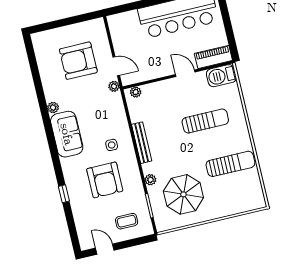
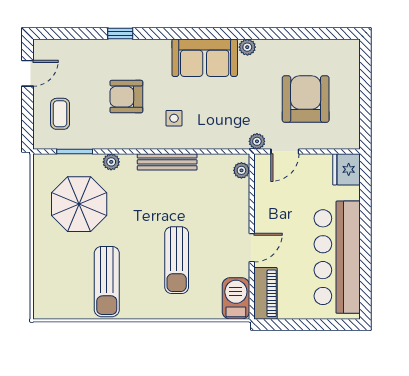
fridge: (119, 23) -> (346, 169), added
armchair: (105, 180) -> (126, 97), width x0.73, depth x0.73

